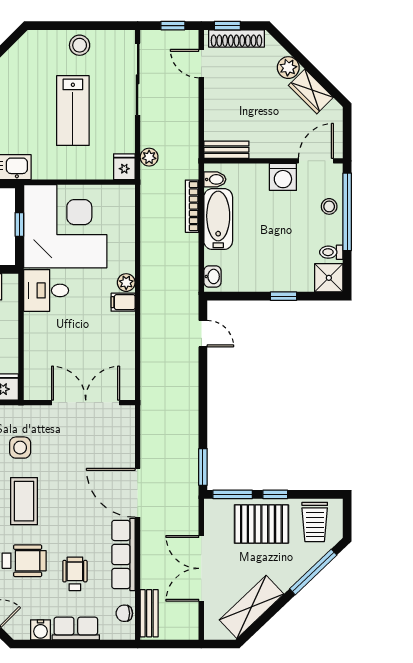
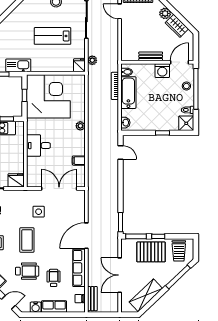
lab bench: (73, 111) -> (53, 36), turned 90
bench: (226, 150) -> (151, 56), moved
desk: (46, 290) -> (38, 146), moved
filing cabinet: (123, 302) -> (79, 161), moved
side table: (20, 448) -> (39, 212), moved
door: (138, 493) -> (86, 236), hinge flipped

